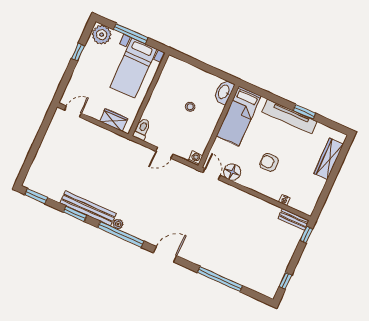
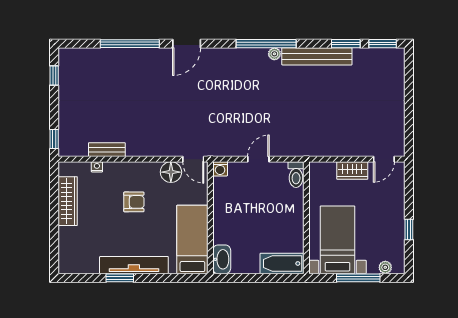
plant: (102, 35) -> (385, 267), width x0.53, depth x0.53
bathtub: (181, 69) -> (282, 263), added
stool: (190, 107) -> (253, 225), removed
wardrobe: (114, 120) -> (352, 170), moved
wardrobe: (329, 159) -> (68, 201), moved
window: (75, 214) -> (346, 44), moved
bench: (294, 219) -> (107, 150), moved
door: (165, 254) -> (187, 44), moved

